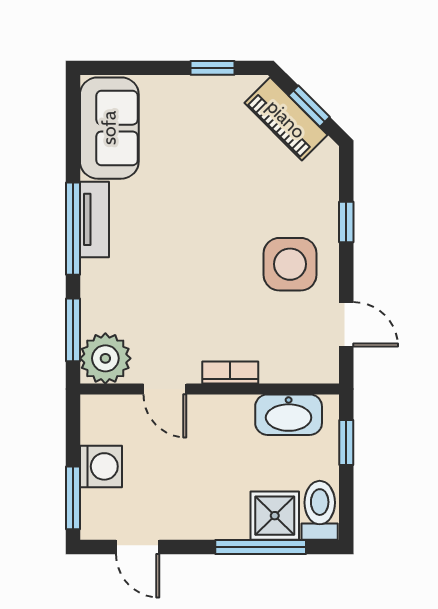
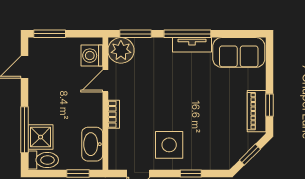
piano: (286, 119) -> (257, 111), moved, turned -45
washing machine: (101, 466) -> (92, 56), moved, turned 90

